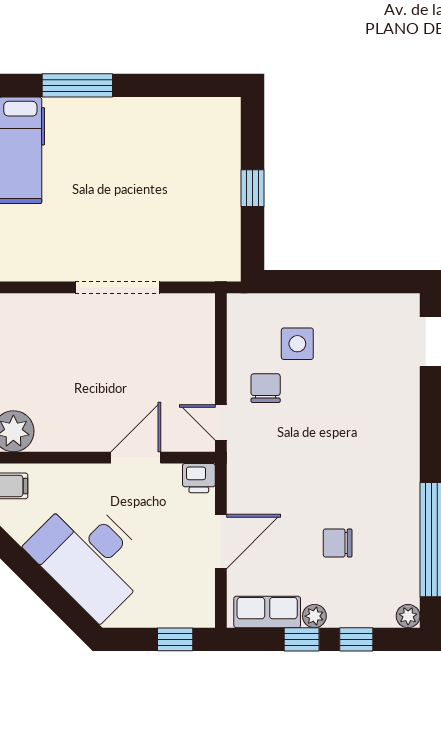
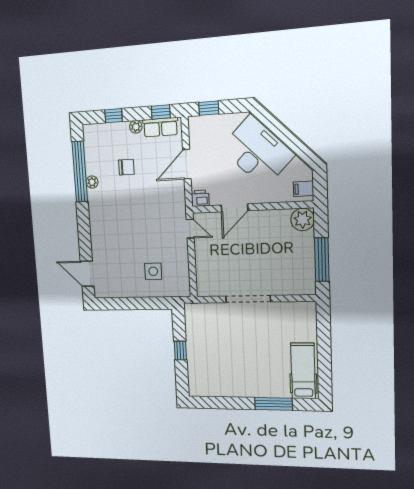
chair: (266, 388) -> (168, 248), removed
plant: (408, 616) -> (92, 182), moved
window: (302, 639) -> (161, 112), moved

